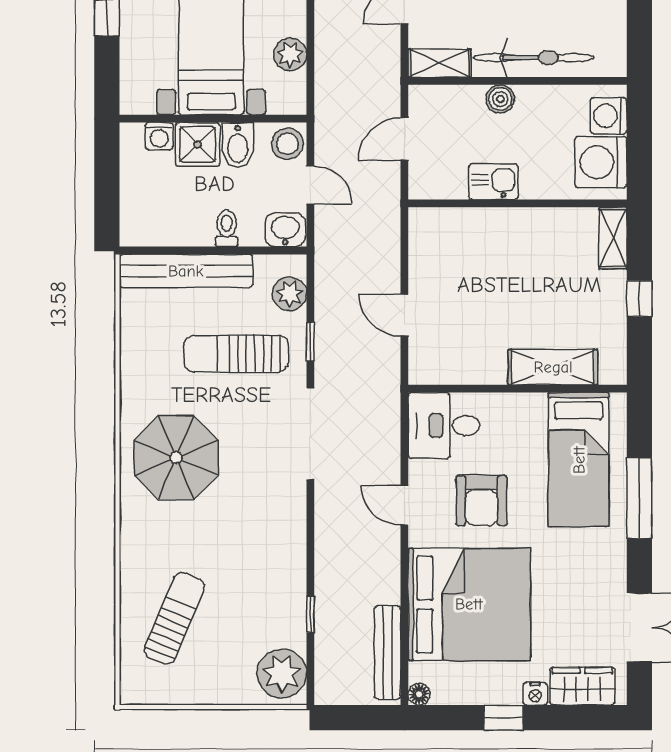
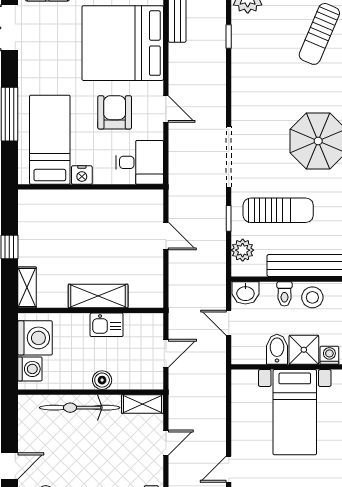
plant: (290, 54) -> (242, 410), removed
stool: (287, 144) -> (312, 297), moved
shelving: (553, 367) -> (98, 296), moved
nightstand: (531, 407) -> (82, 175), added

